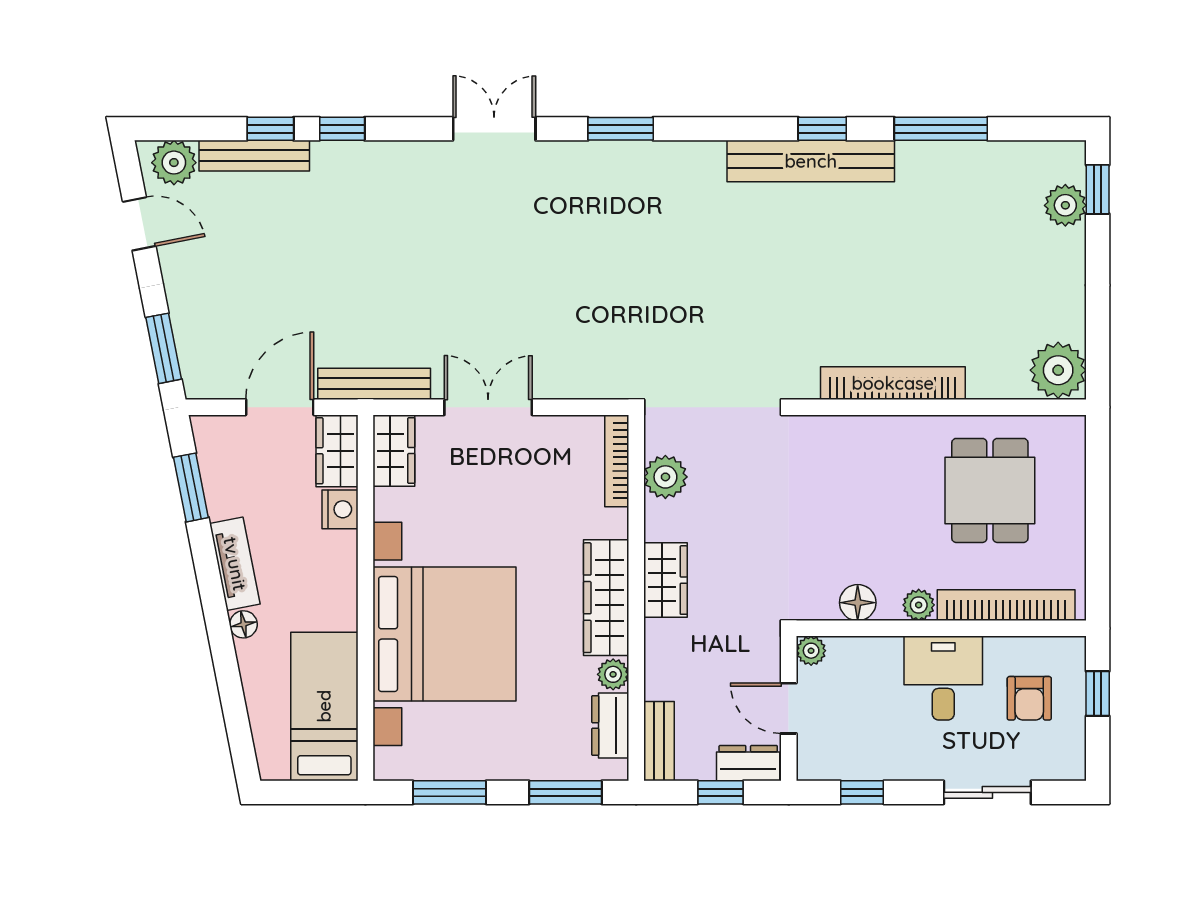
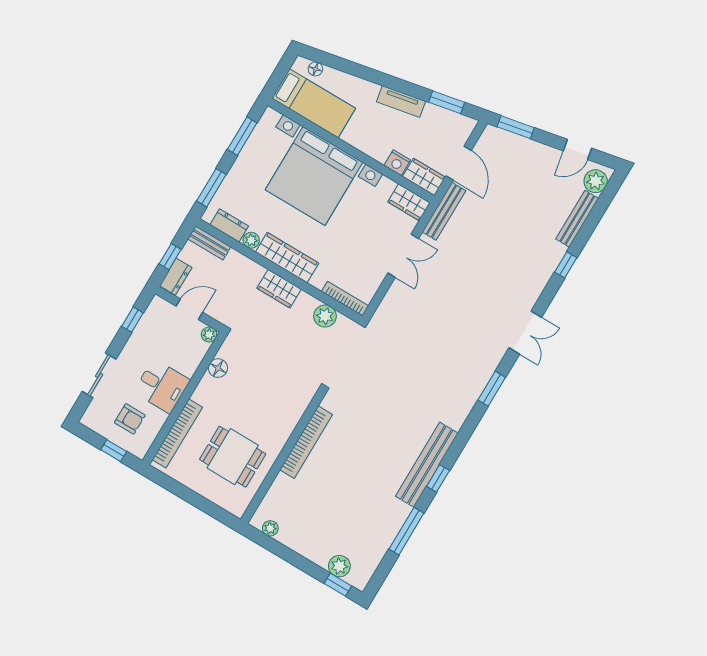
window: (270, 129) -> (585, 233), removed
plant: (1058, 370) -> (270, 528), width x0.53, depth x0.53
plant: (919, 605) -> (201, 395), removed
floor lamp: (243, 624) -> (315, 69), moved
armchair: (1029, 698) -> (130, 419), turned 180

